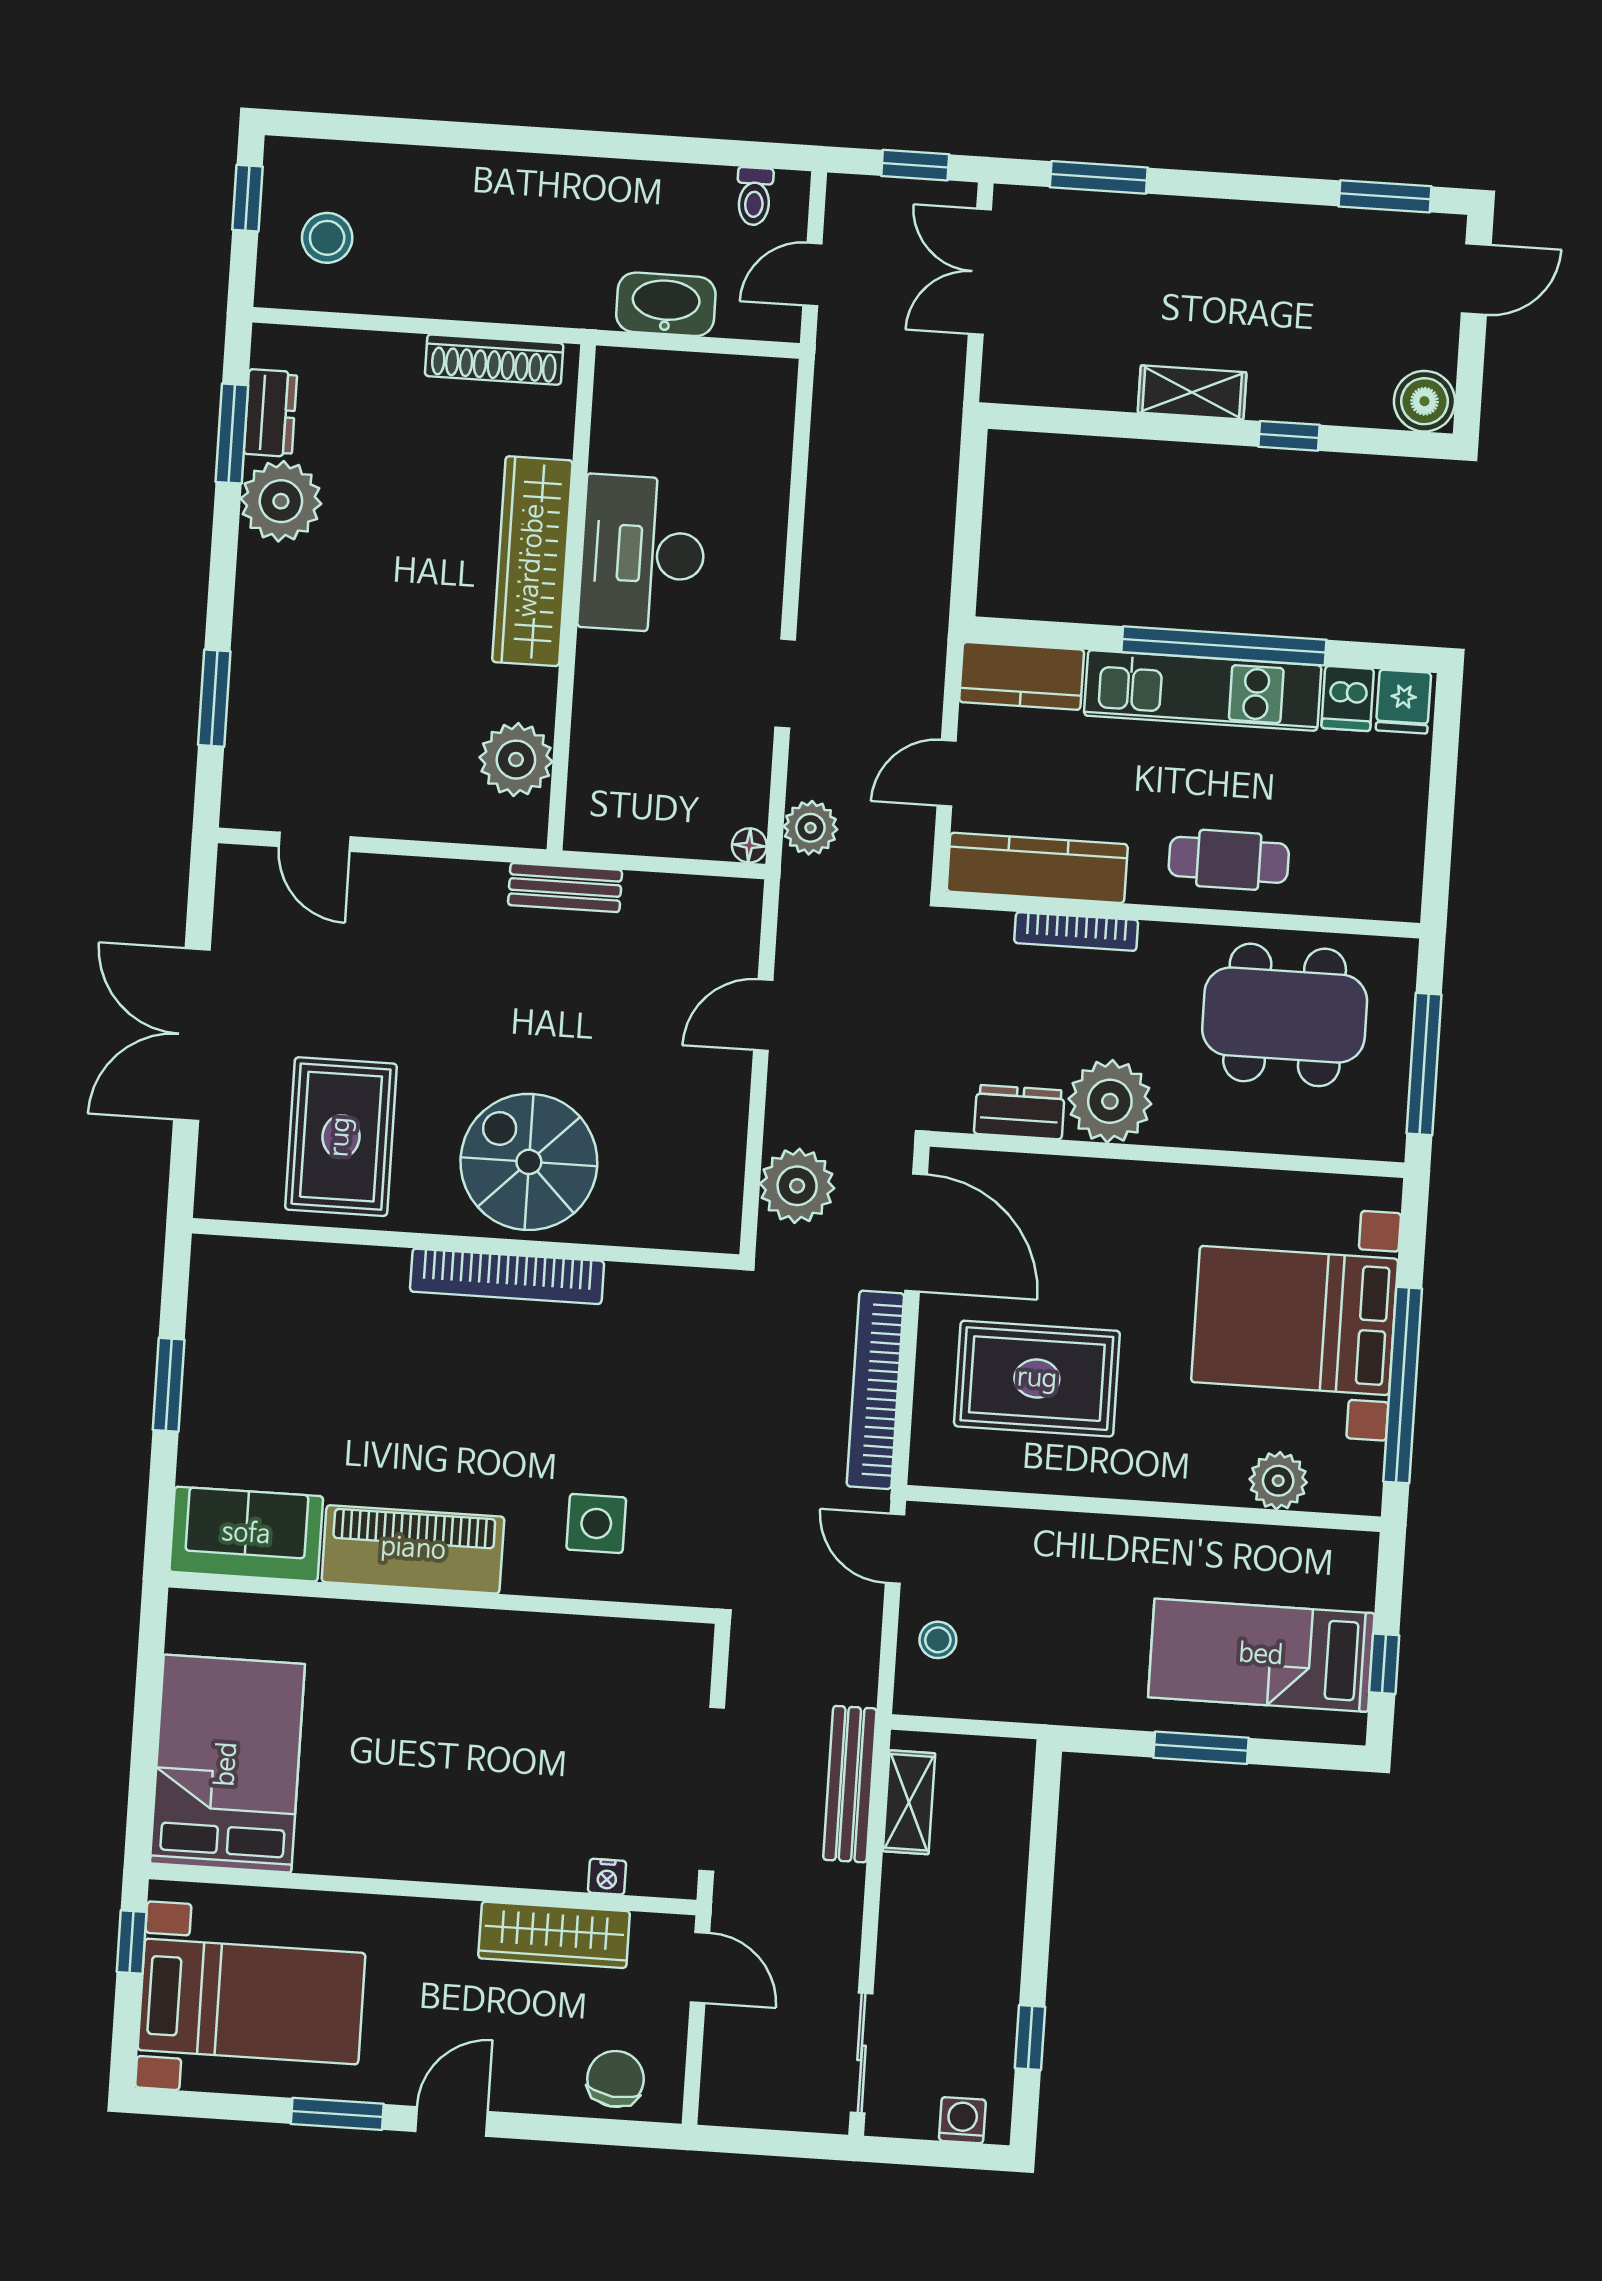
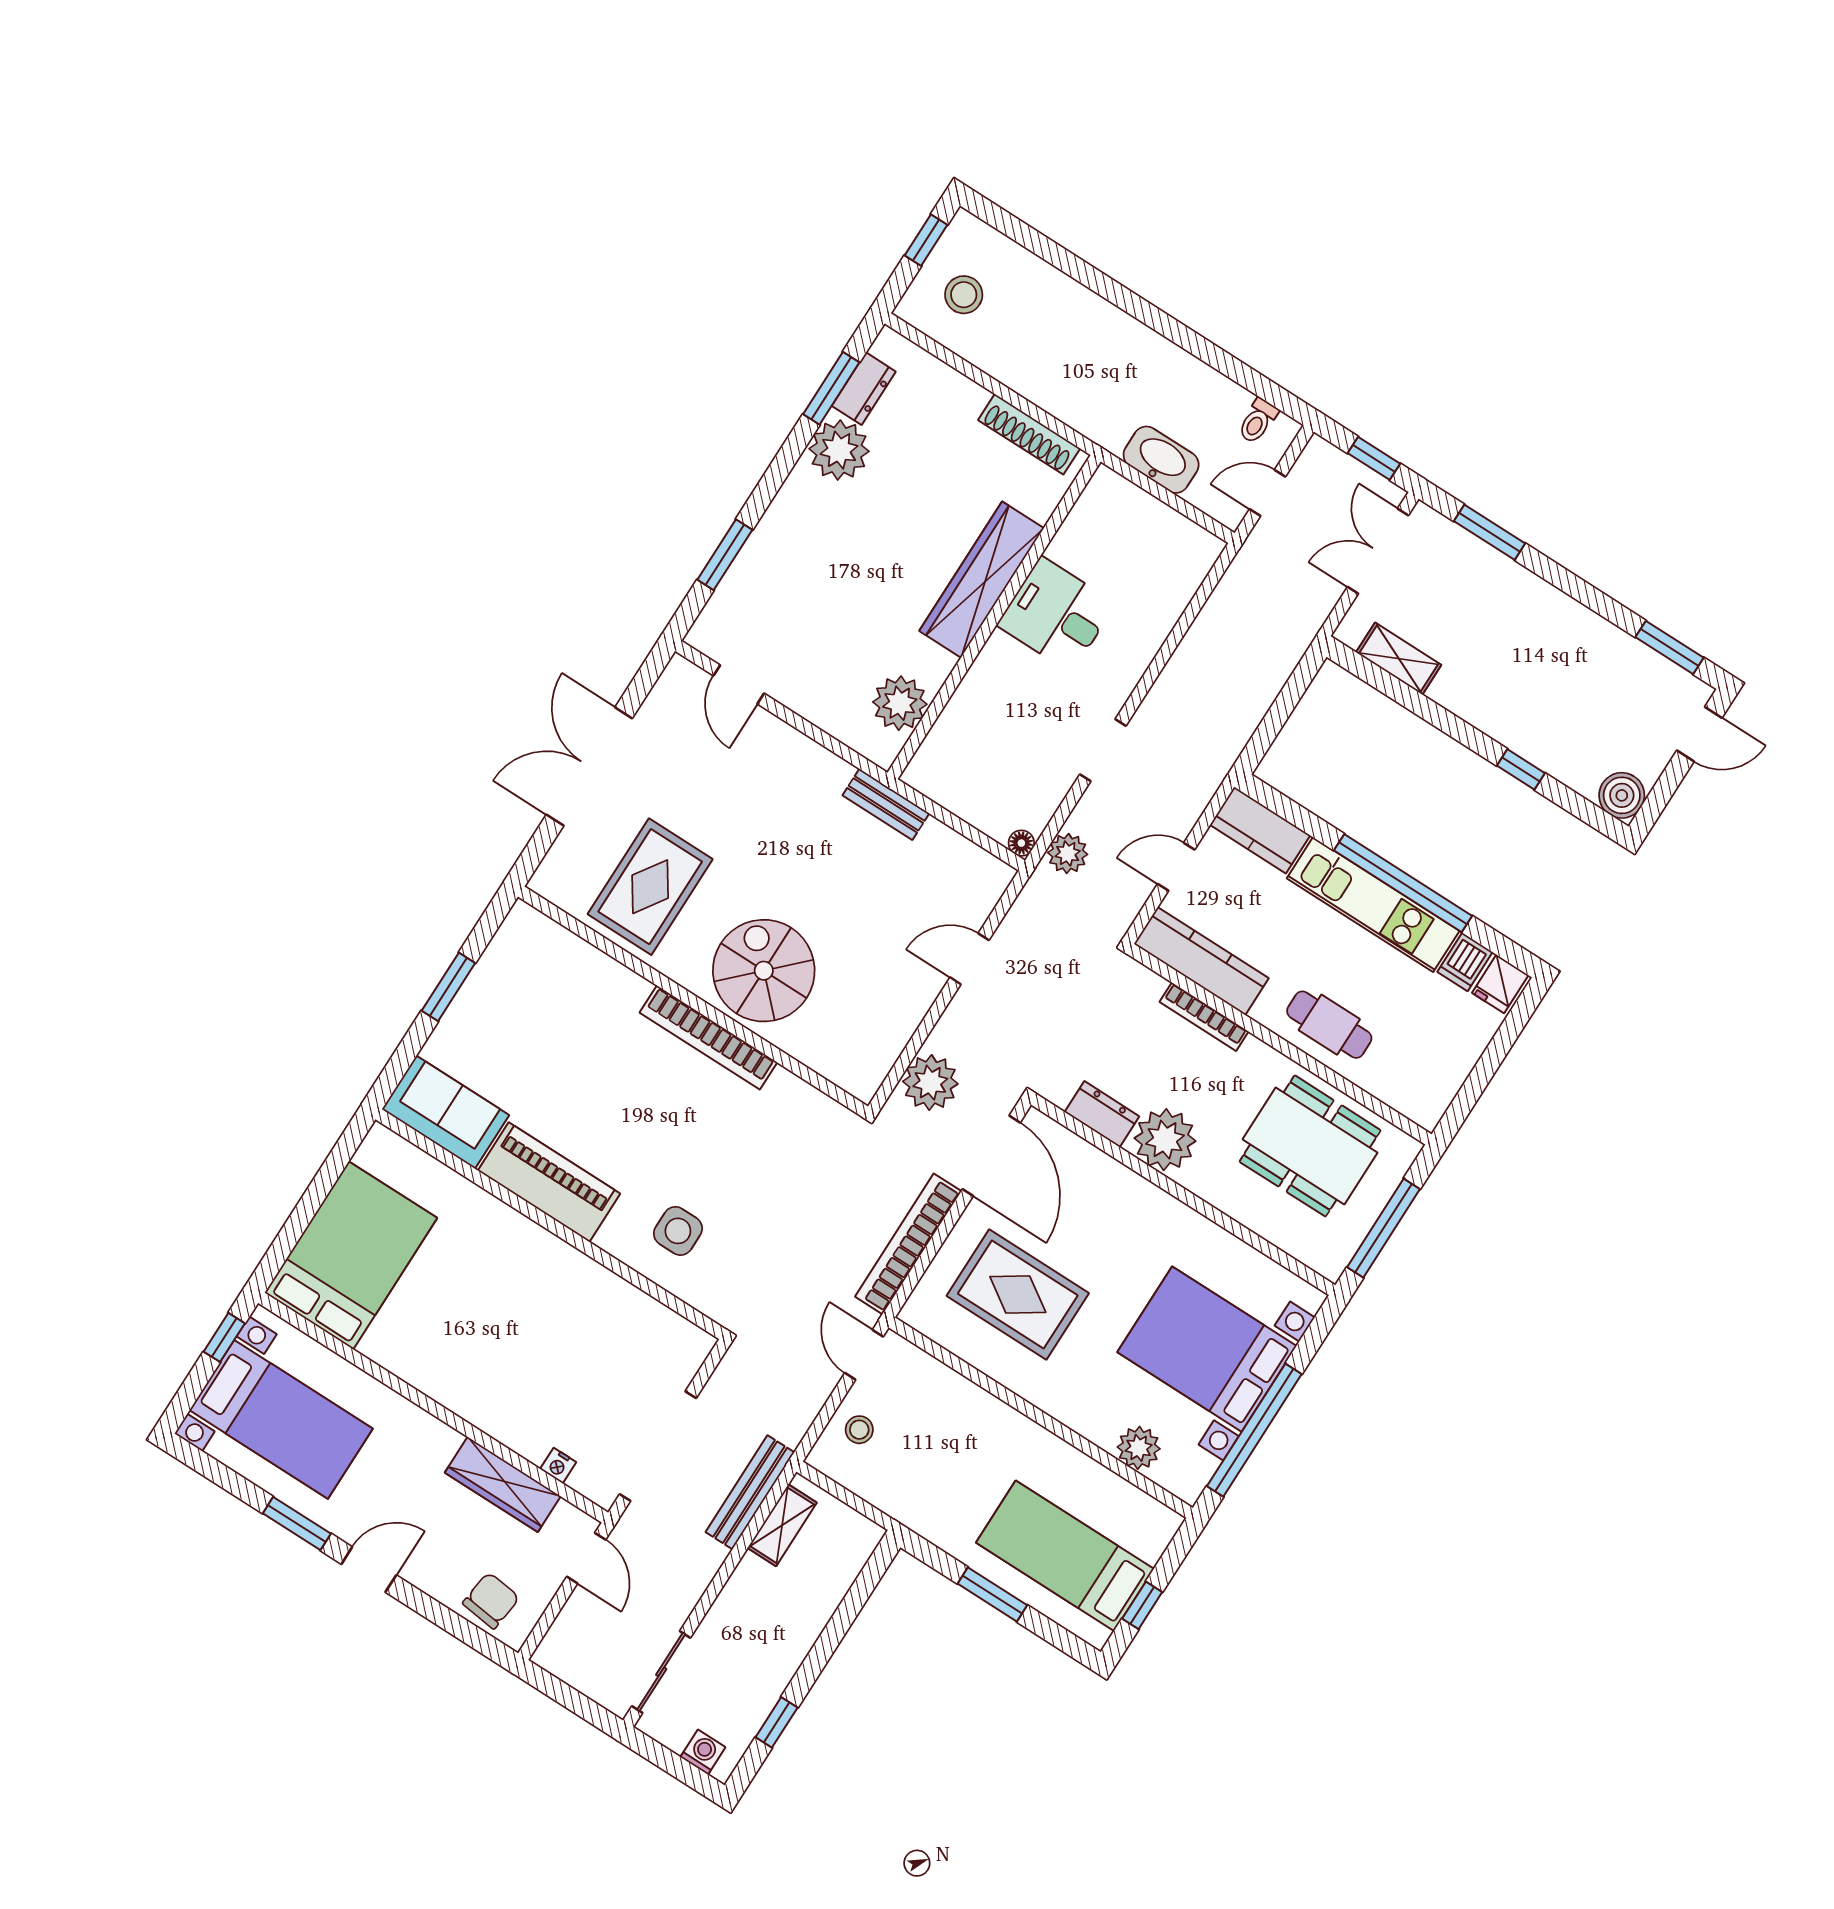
shelving: (1192, 392) -> (1399, 659), moved
desk: (643, 554) -> (1056, 614), width x0.73

